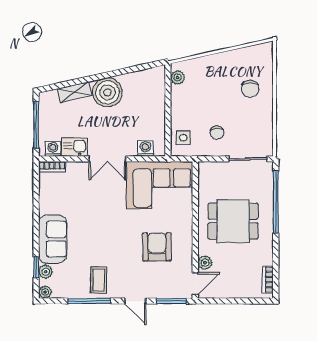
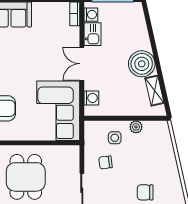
plant: (178, 78) -> (136, 127), moved
shelving: (75, 92) -> (154, 91), moved
side table: (183, 138) -> (115, 138), moved

